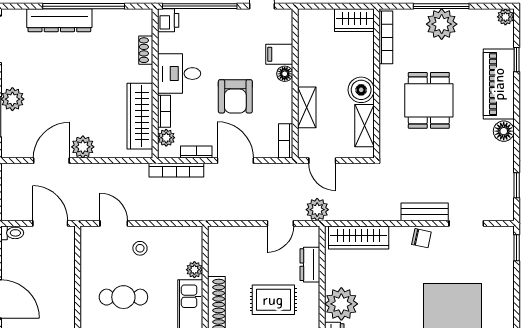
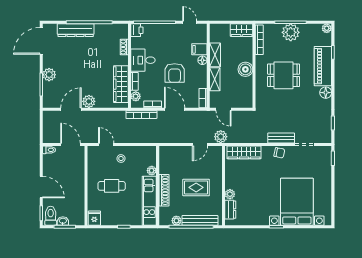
dining table: (429, 100) -> (284, 75), turned 90
shelving: (364, 126) -> (215, 55), moved
dresser: (310, 265) -> (217, 168), removed
plant: (341, 304) -> (230, 194), width x0.53, depth x0.53

